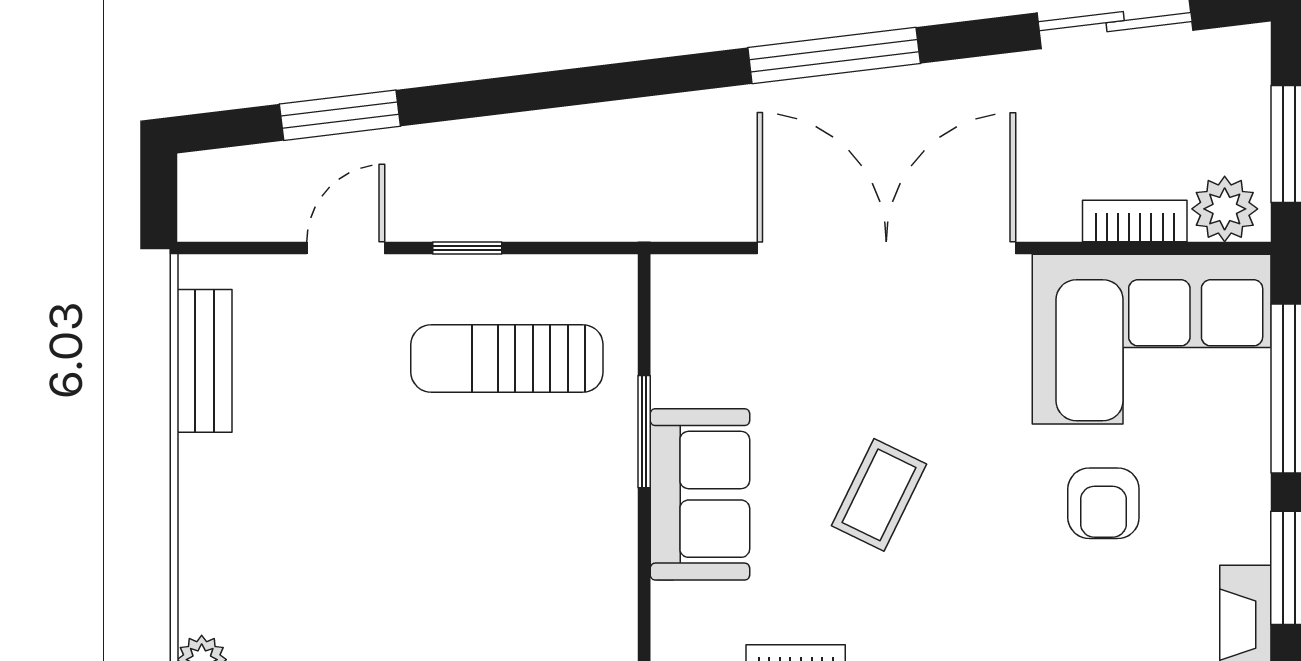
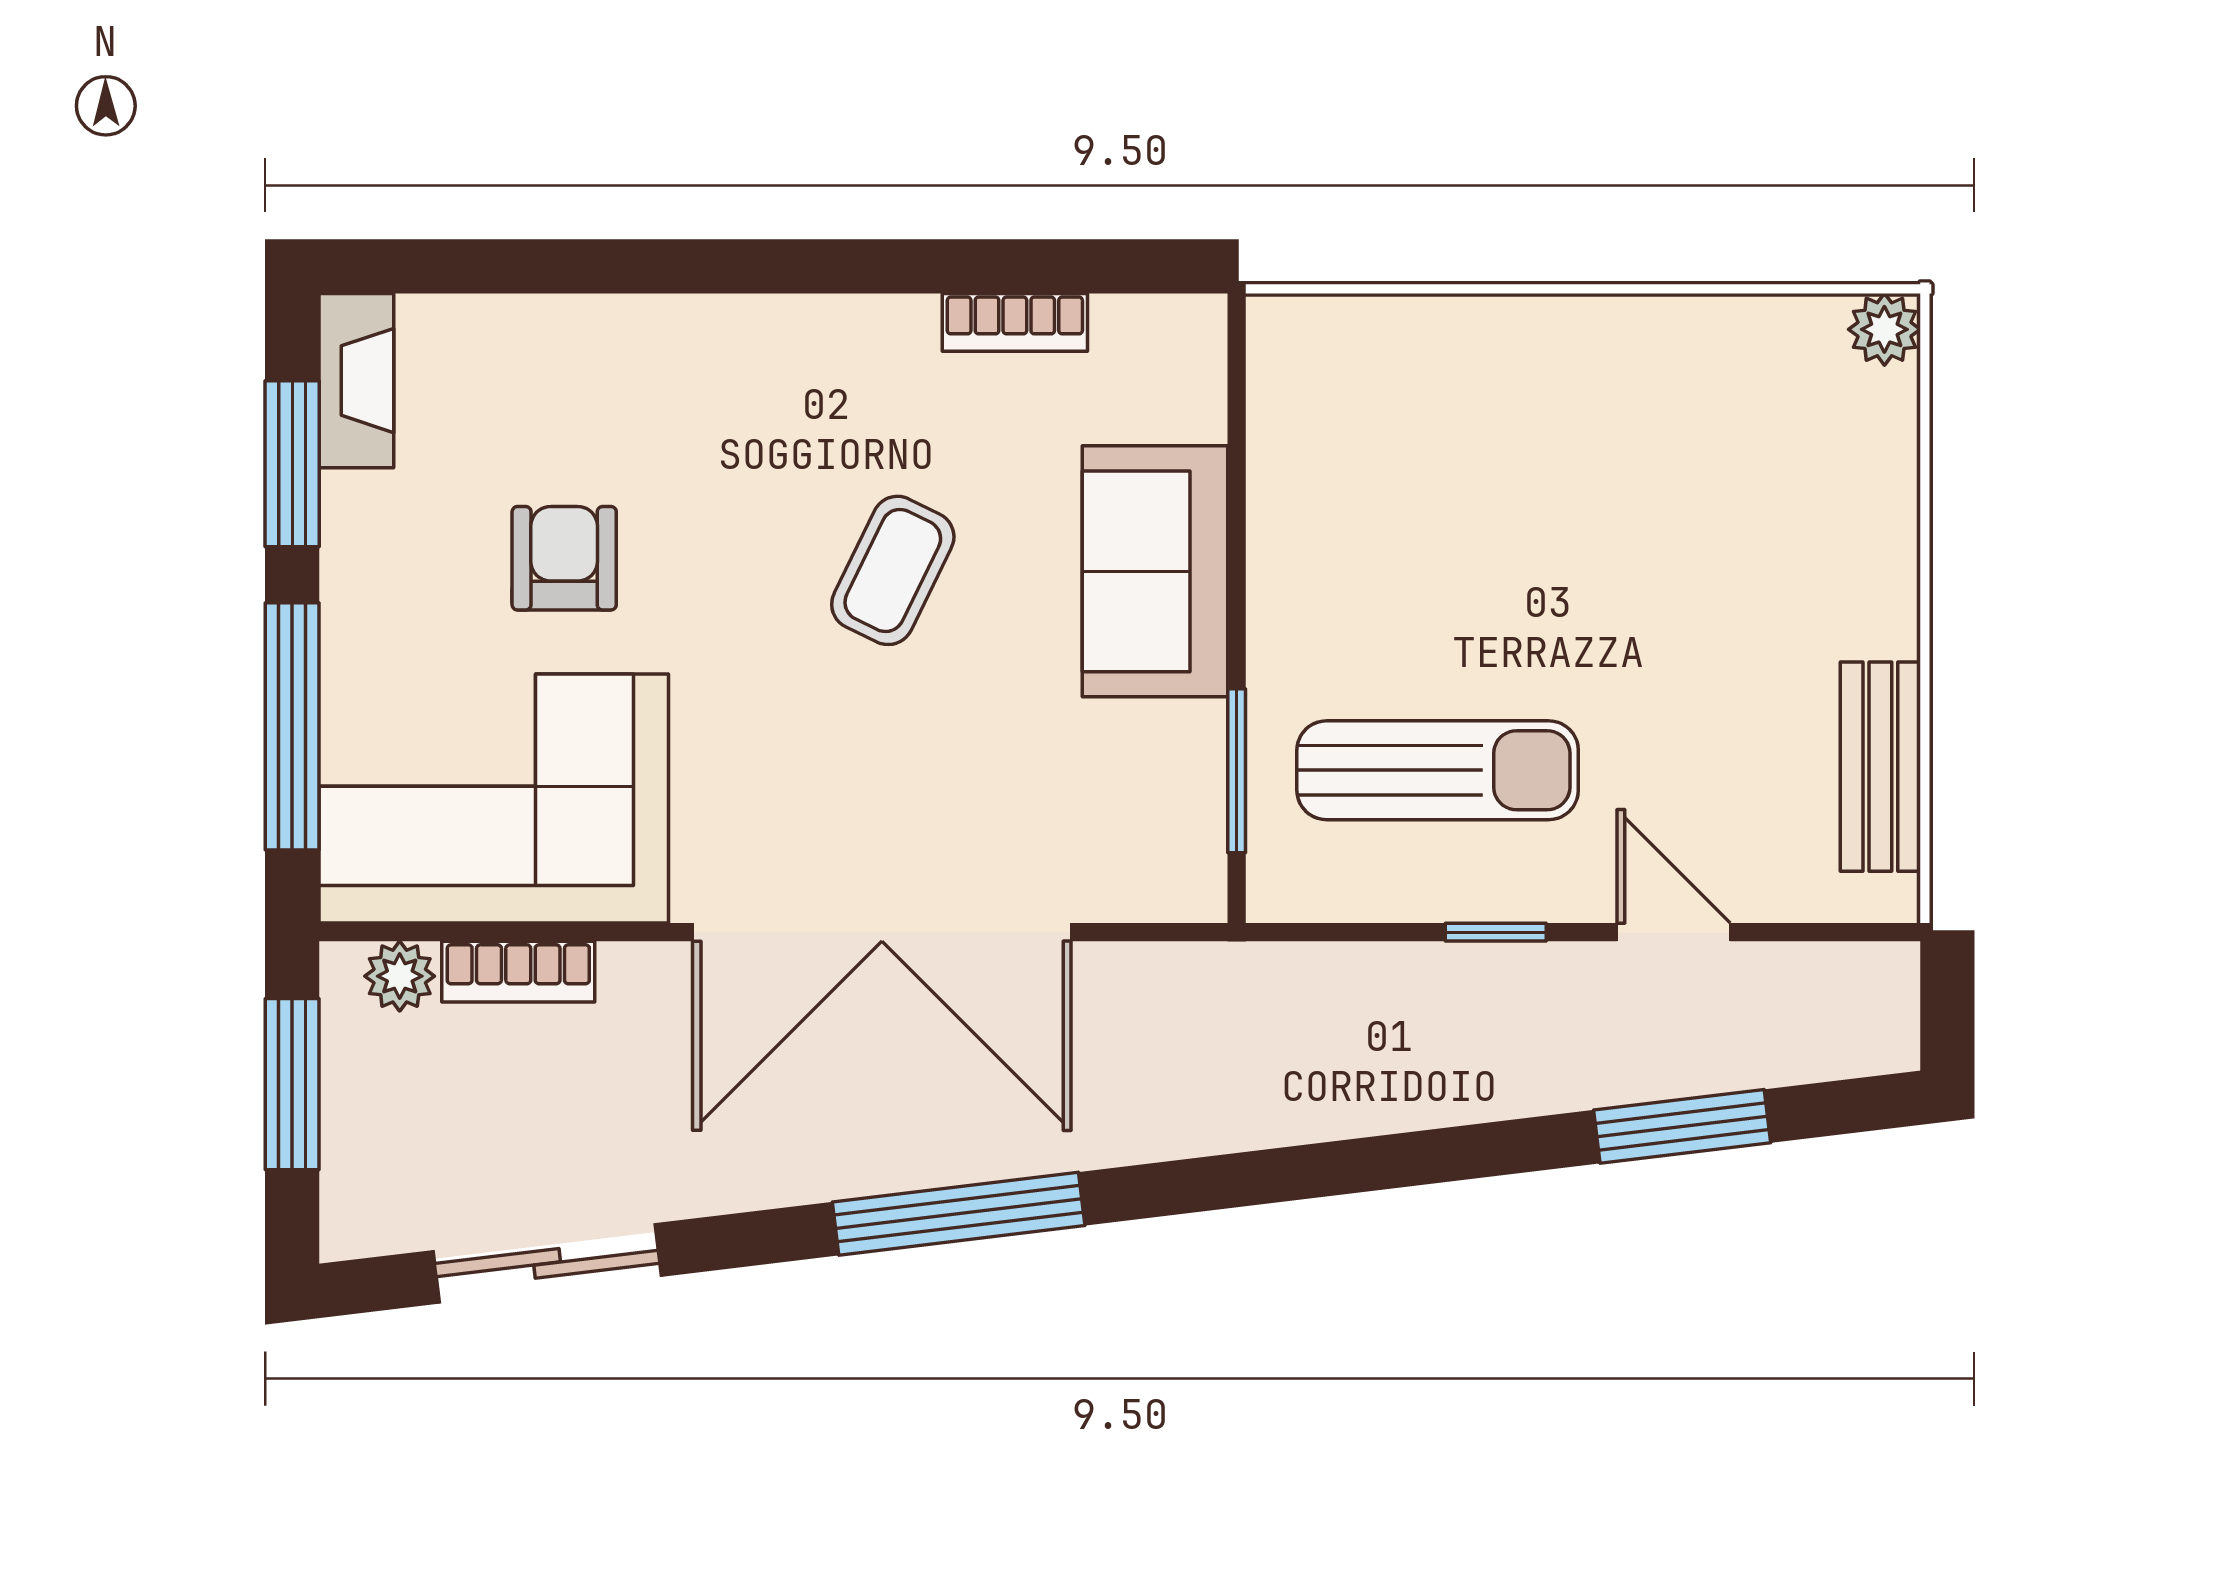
plant: (1225, 209) -> (400, 976), width x0.73, depth x0.73
door: (346, 248) -> (1674, 932), swing flipped
window: (644, 432) -> (1237, 771), moved

